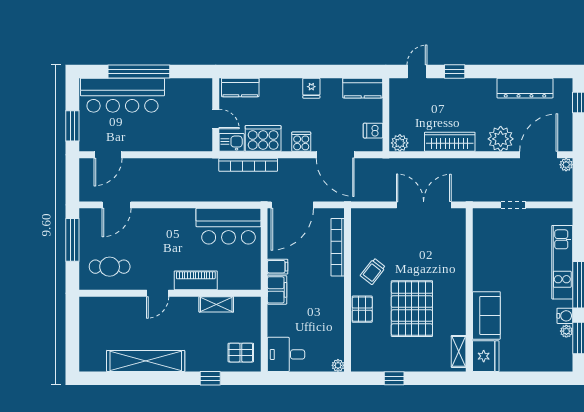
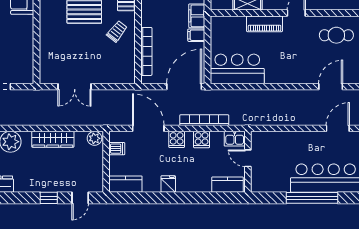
cooker: (263, 138) -> (202, 140), width x0.53, depth x0.76
bookcase: (248, 165) -> (204, 120), moved
double door: (424, 205) -> (75, 87), width x0.73

